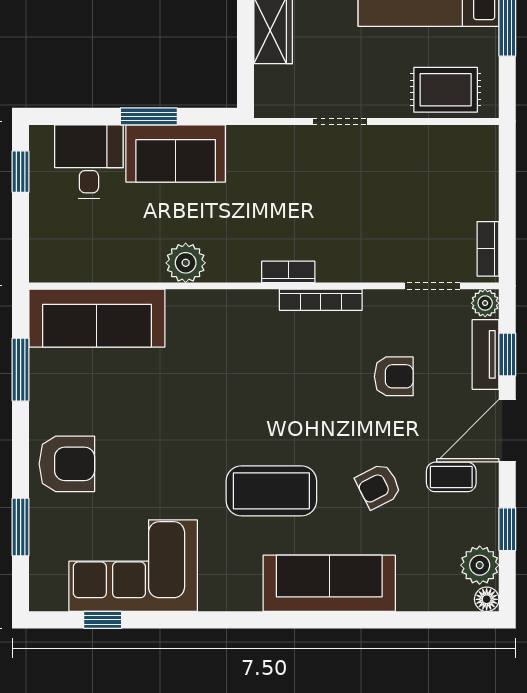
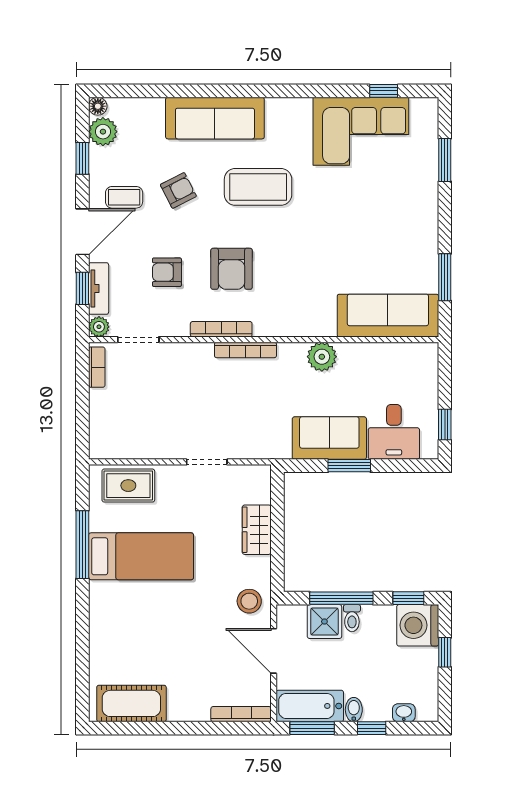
bookcase: (288, 272) -> (245, 350), width x1.56
armchair: (67, 464) -> (232, 269), moved, turned -90

